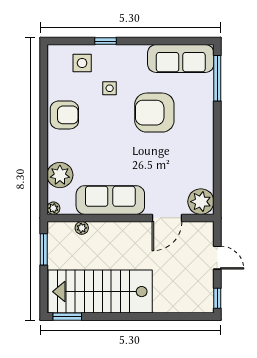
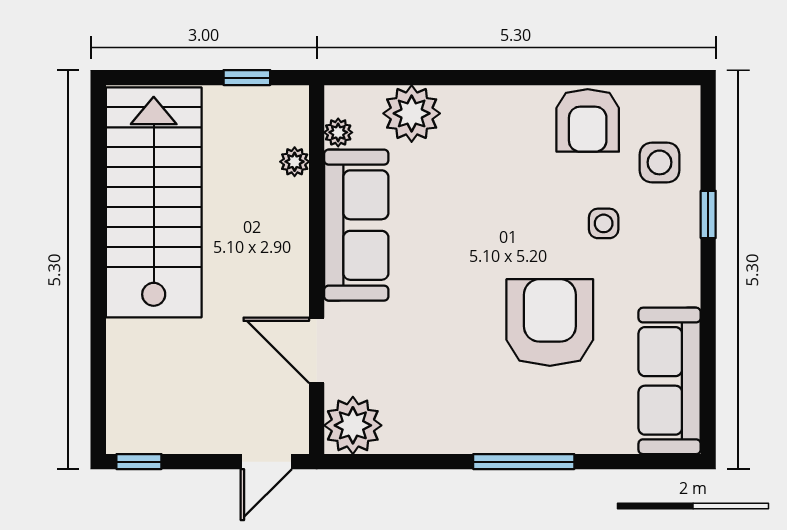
window: (217, 78) -> (524, 462), moved
armchair: (64, 115) -> (588, 120), moved
plant: (53, 208) -> (338, 132), moved
window: (44, 249) -> (247, 78), width x0.67
door: (217, 258) -> (266, 462), moved
window: (67, 317) -> (98, 130), removed

